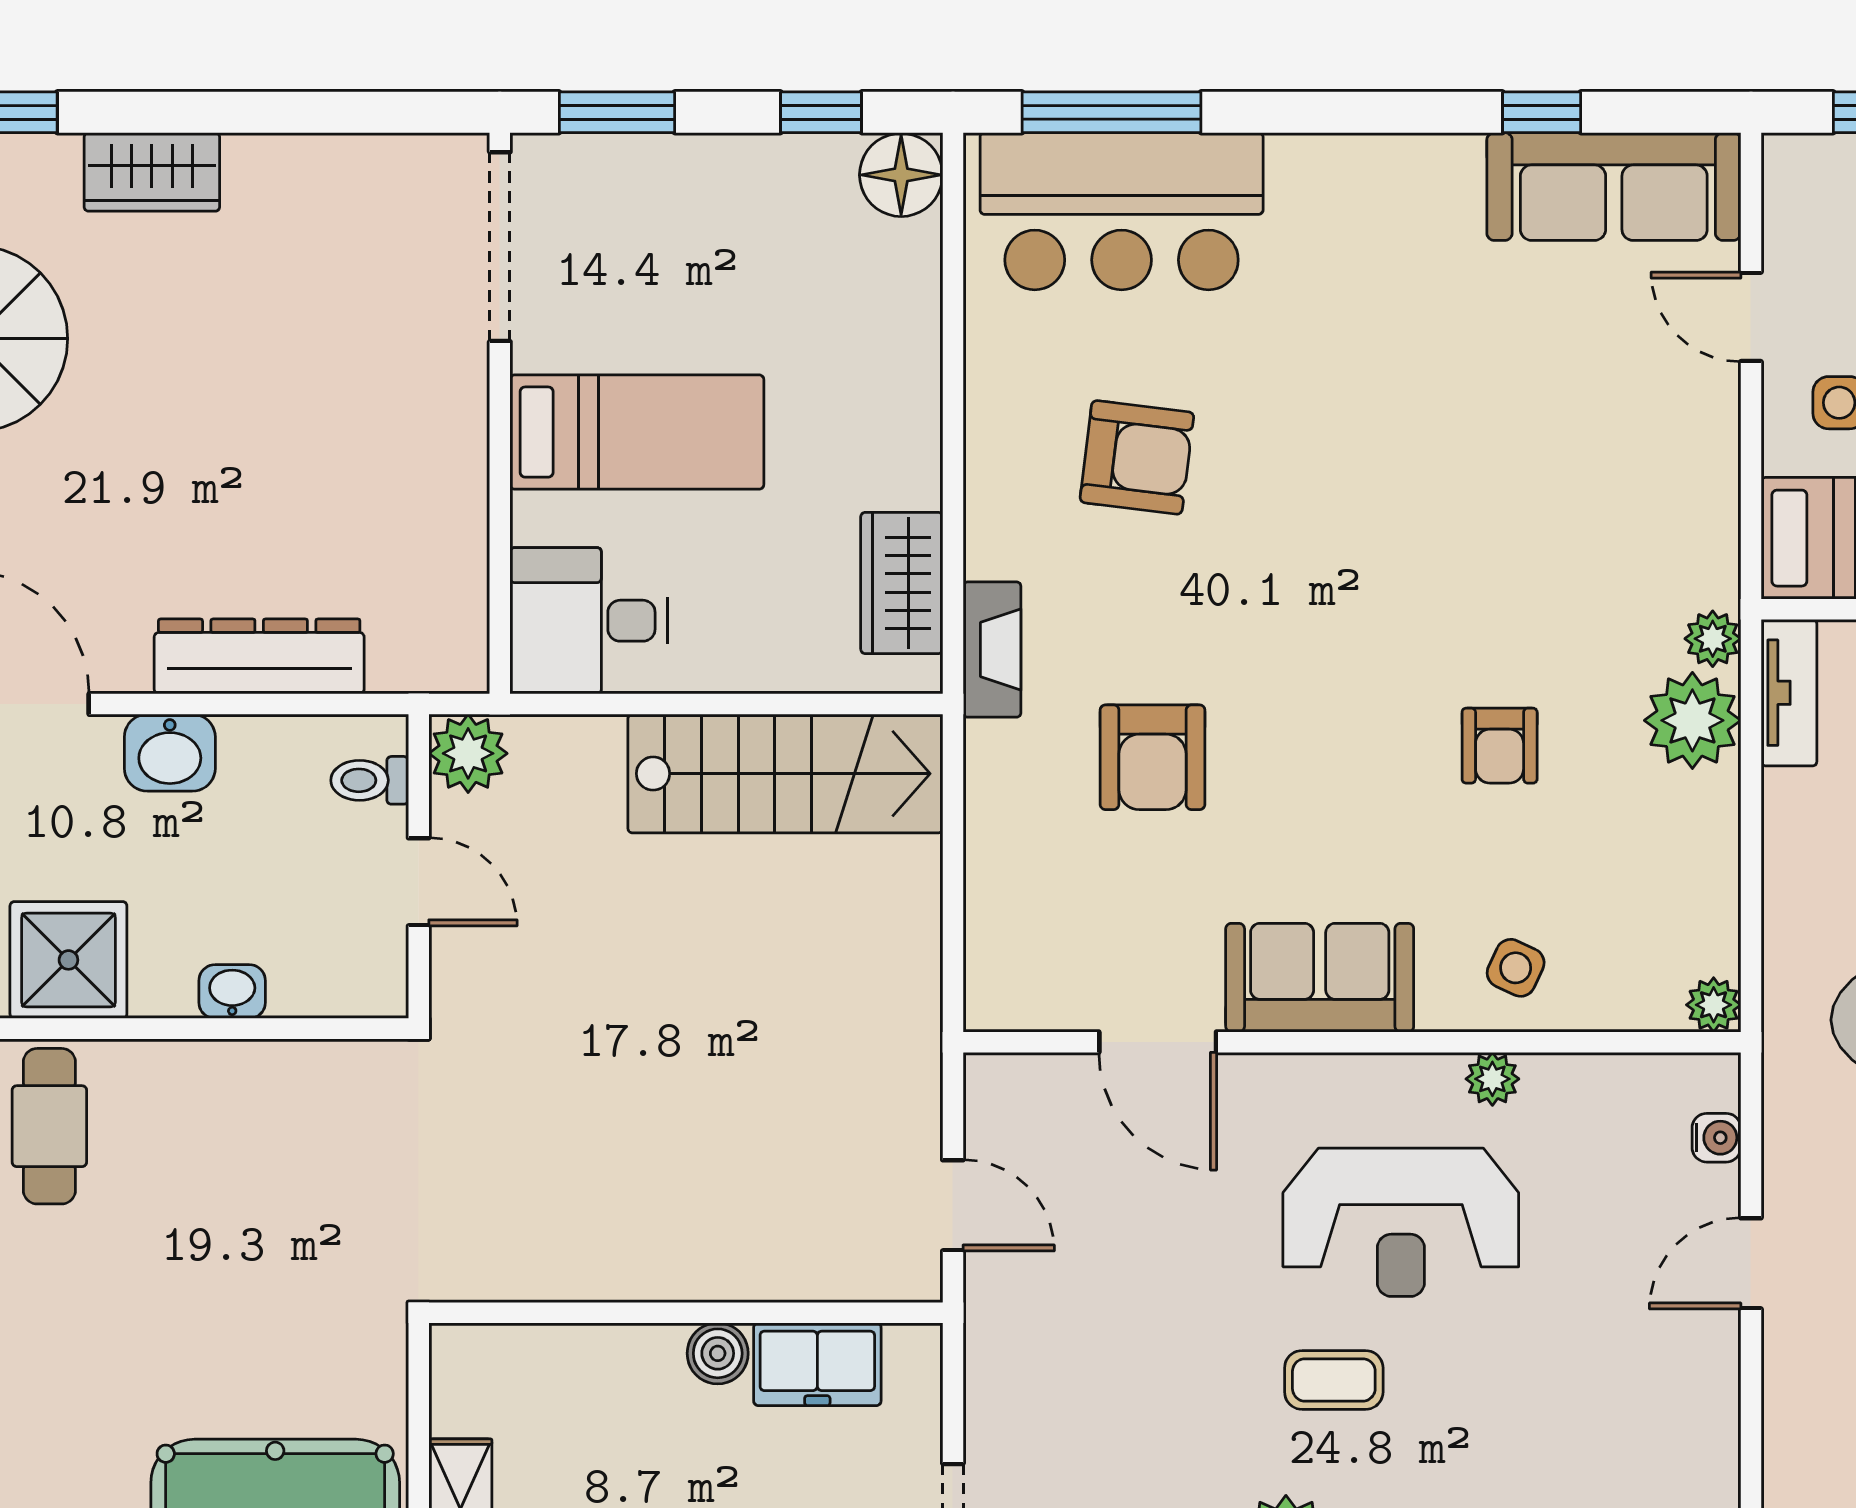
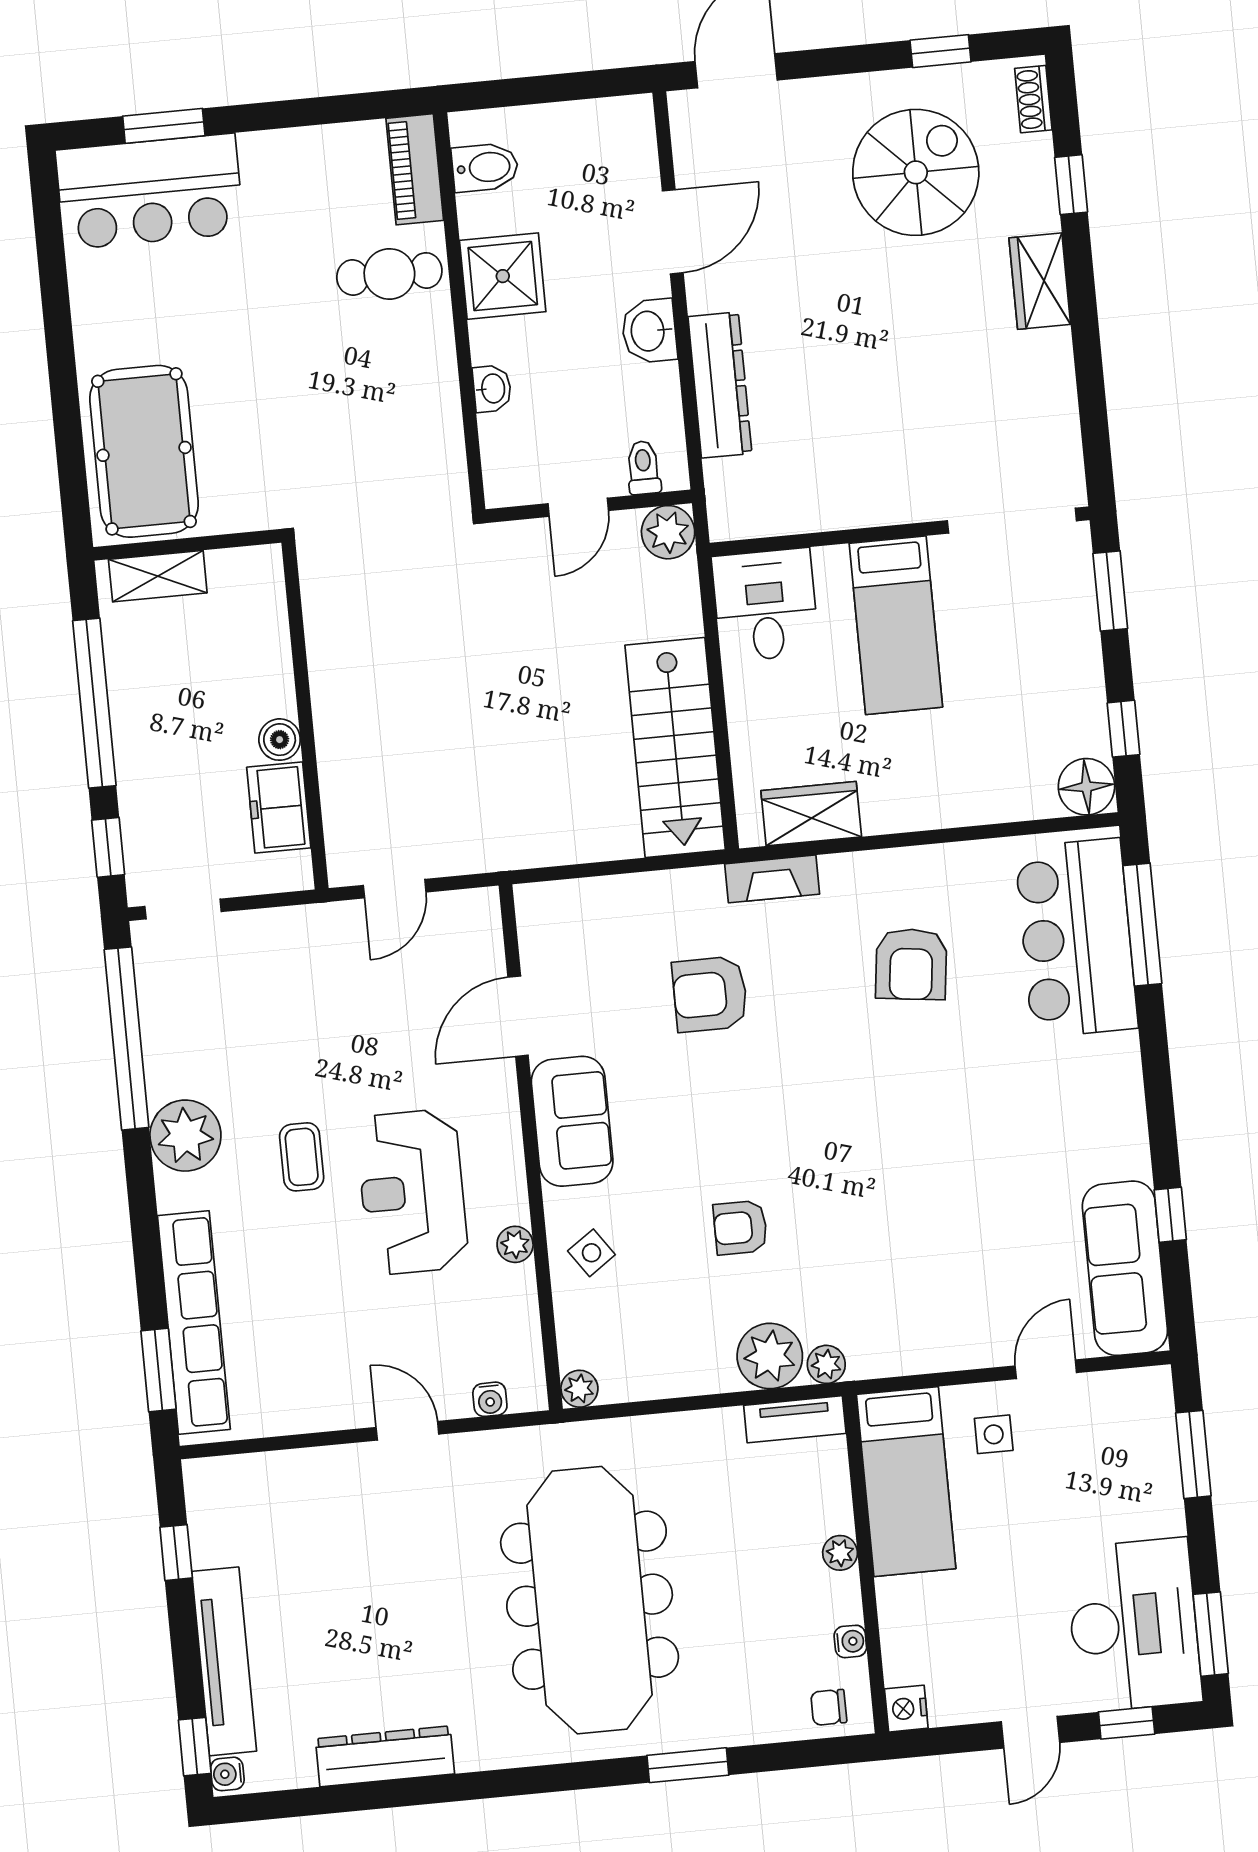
side table: (1516, 968) -> (591, 1253), turned 30

